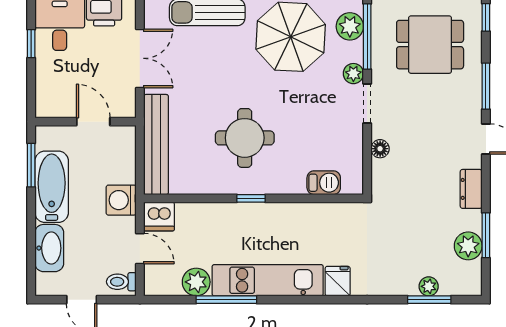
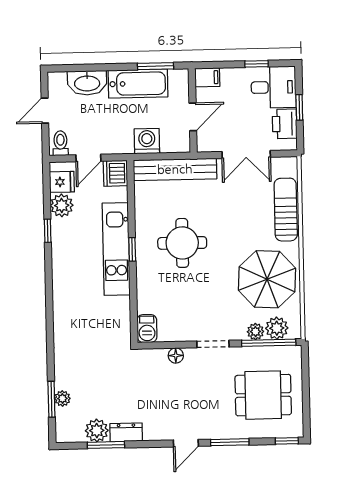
dining table: (430, 45) -> (263, 395), turned 90
plant: (353, 74) -> (255, 332), moved
filing cabinet: (46, 103) -> (207, 77), added
barbecue: (324, 183) -> (147, 329), moved
dresser: (471, 189) -> (126, 432), moved
washing machine: (121, 200) -> (147, 141), moved
kitchen unit: (268, 280) -> (116, 249), moved, turned 180
fridge: (338, 281) -> (62, 182), moved
window: (226, 300) -> (48, 231), width x0.46

